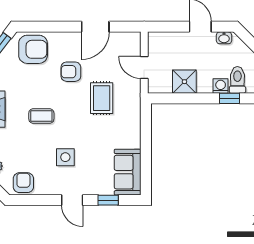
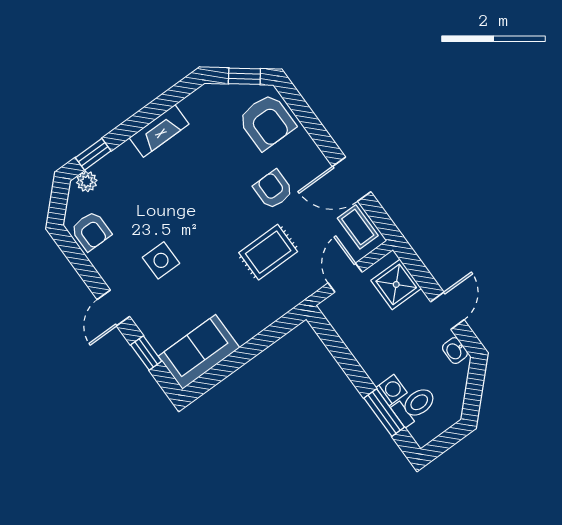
shower: (184, 82) -> (396, 284), moved
window: (230, 98) -> (384, 413), width x1.50
coffee table: (41, 116) -> (358, 227), moved
armchair: (23, 183) -> (91, 231), turned 90

